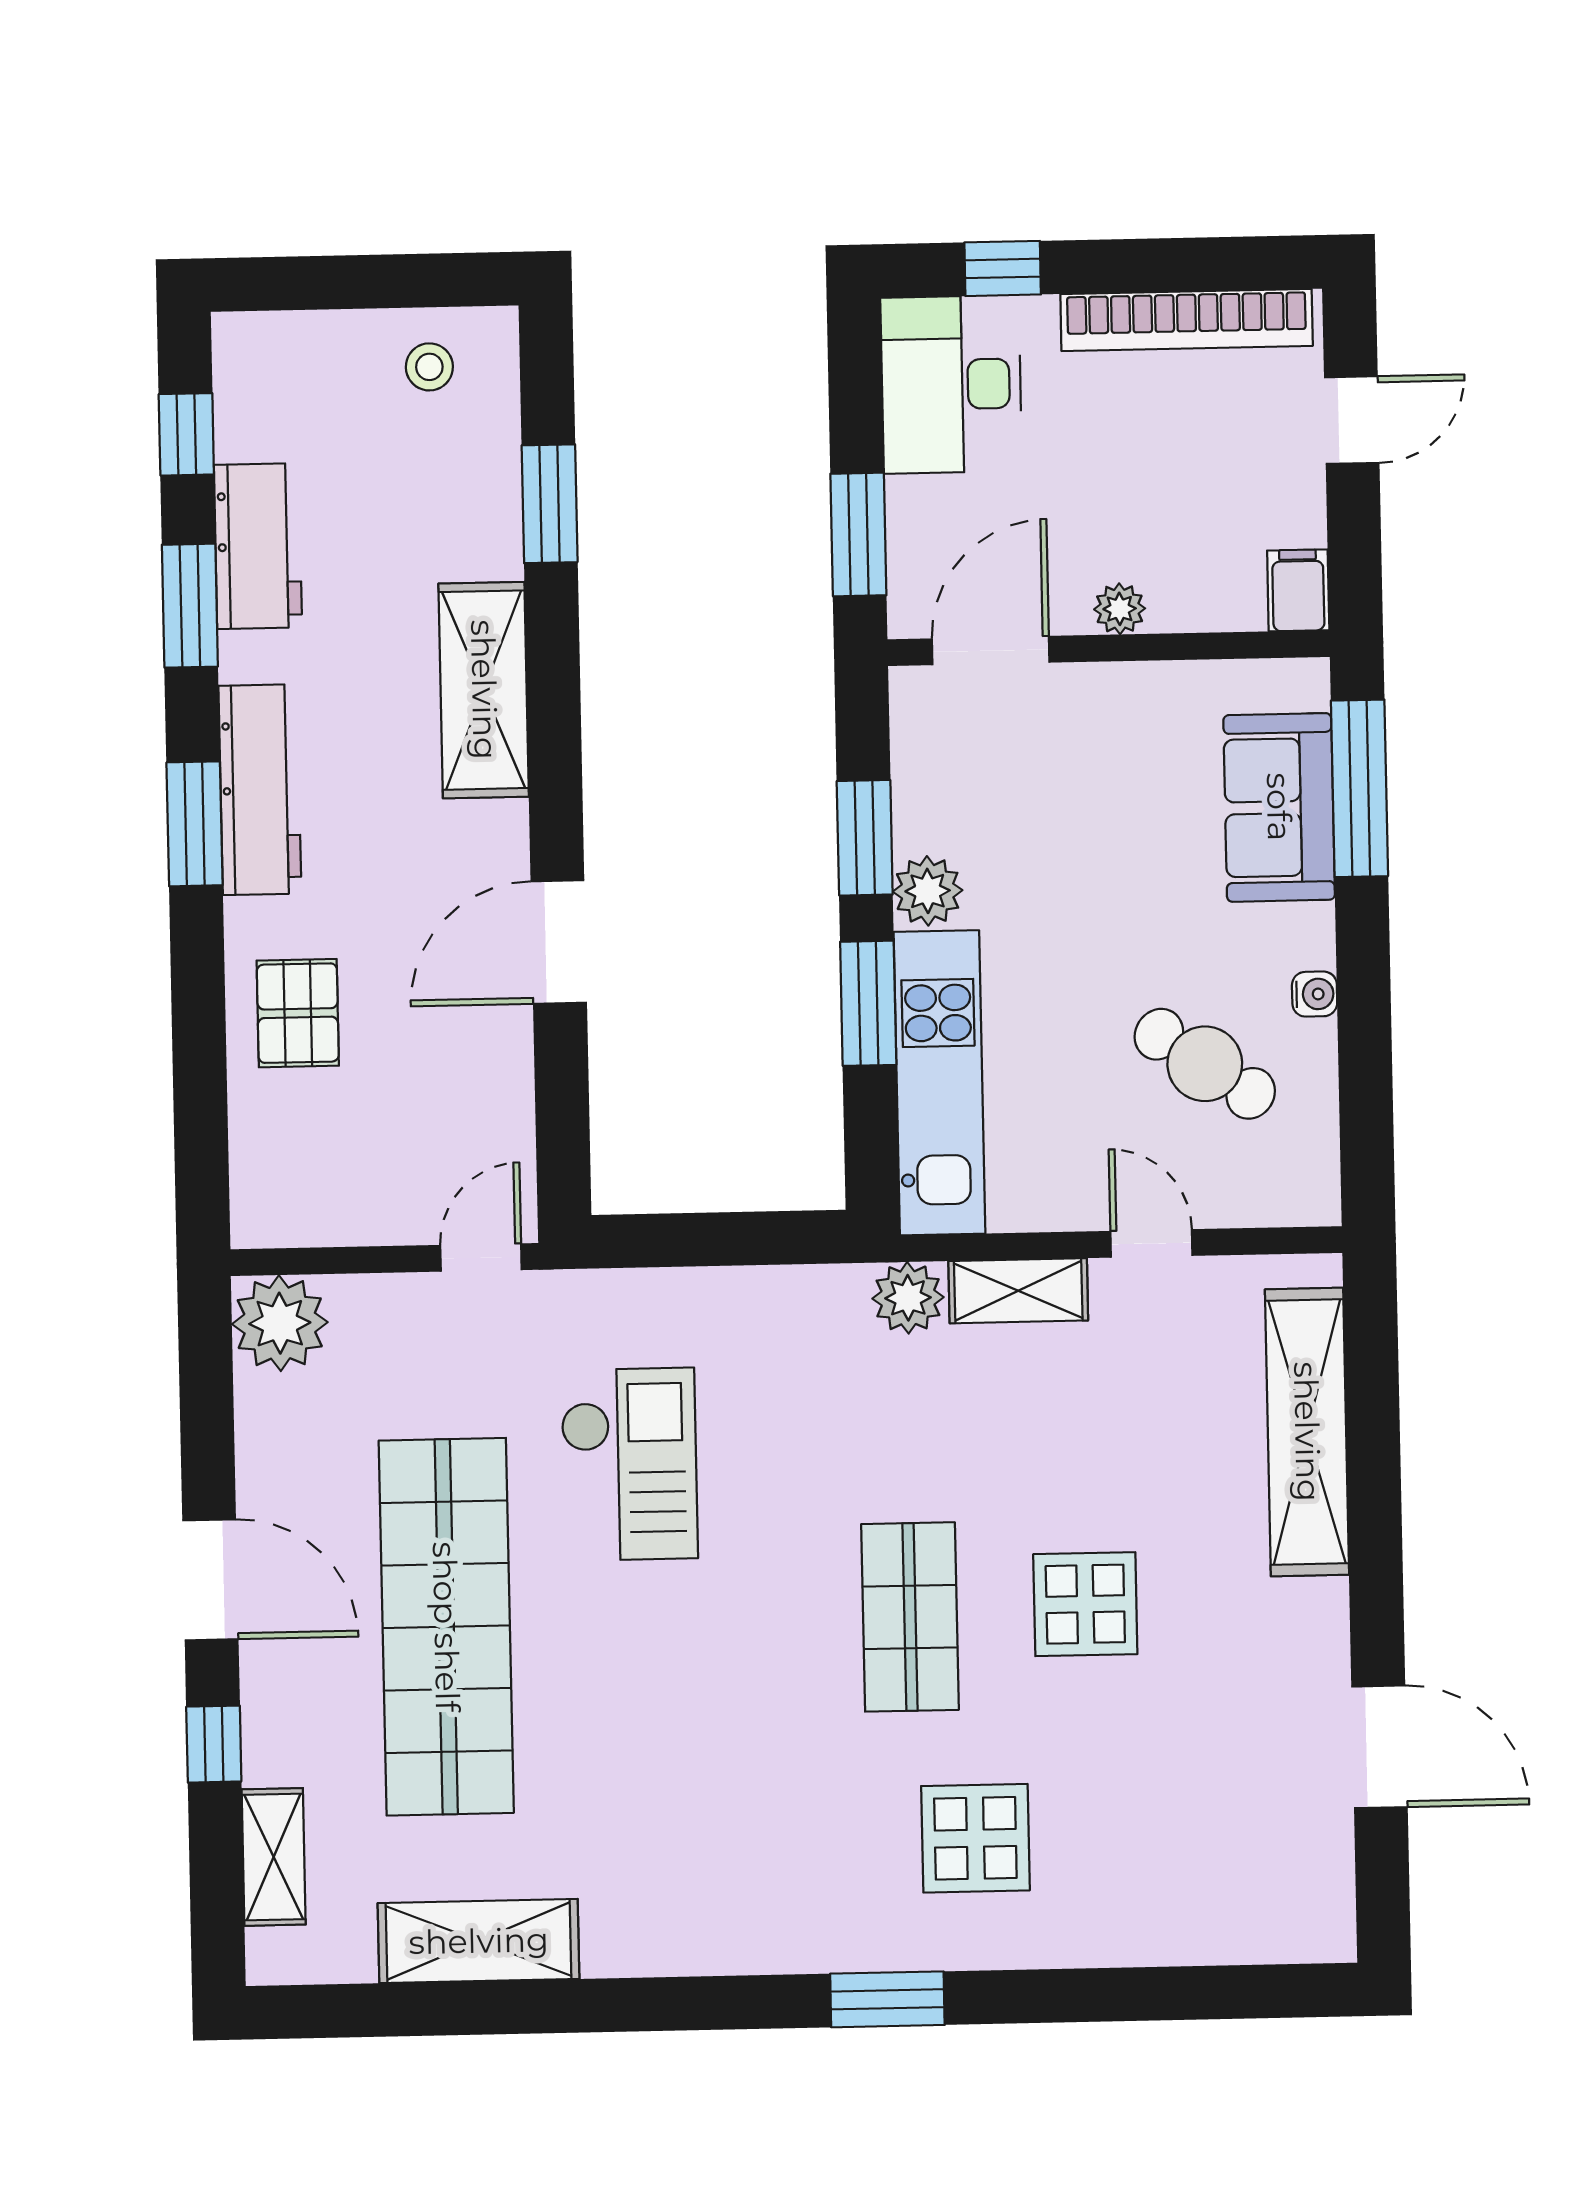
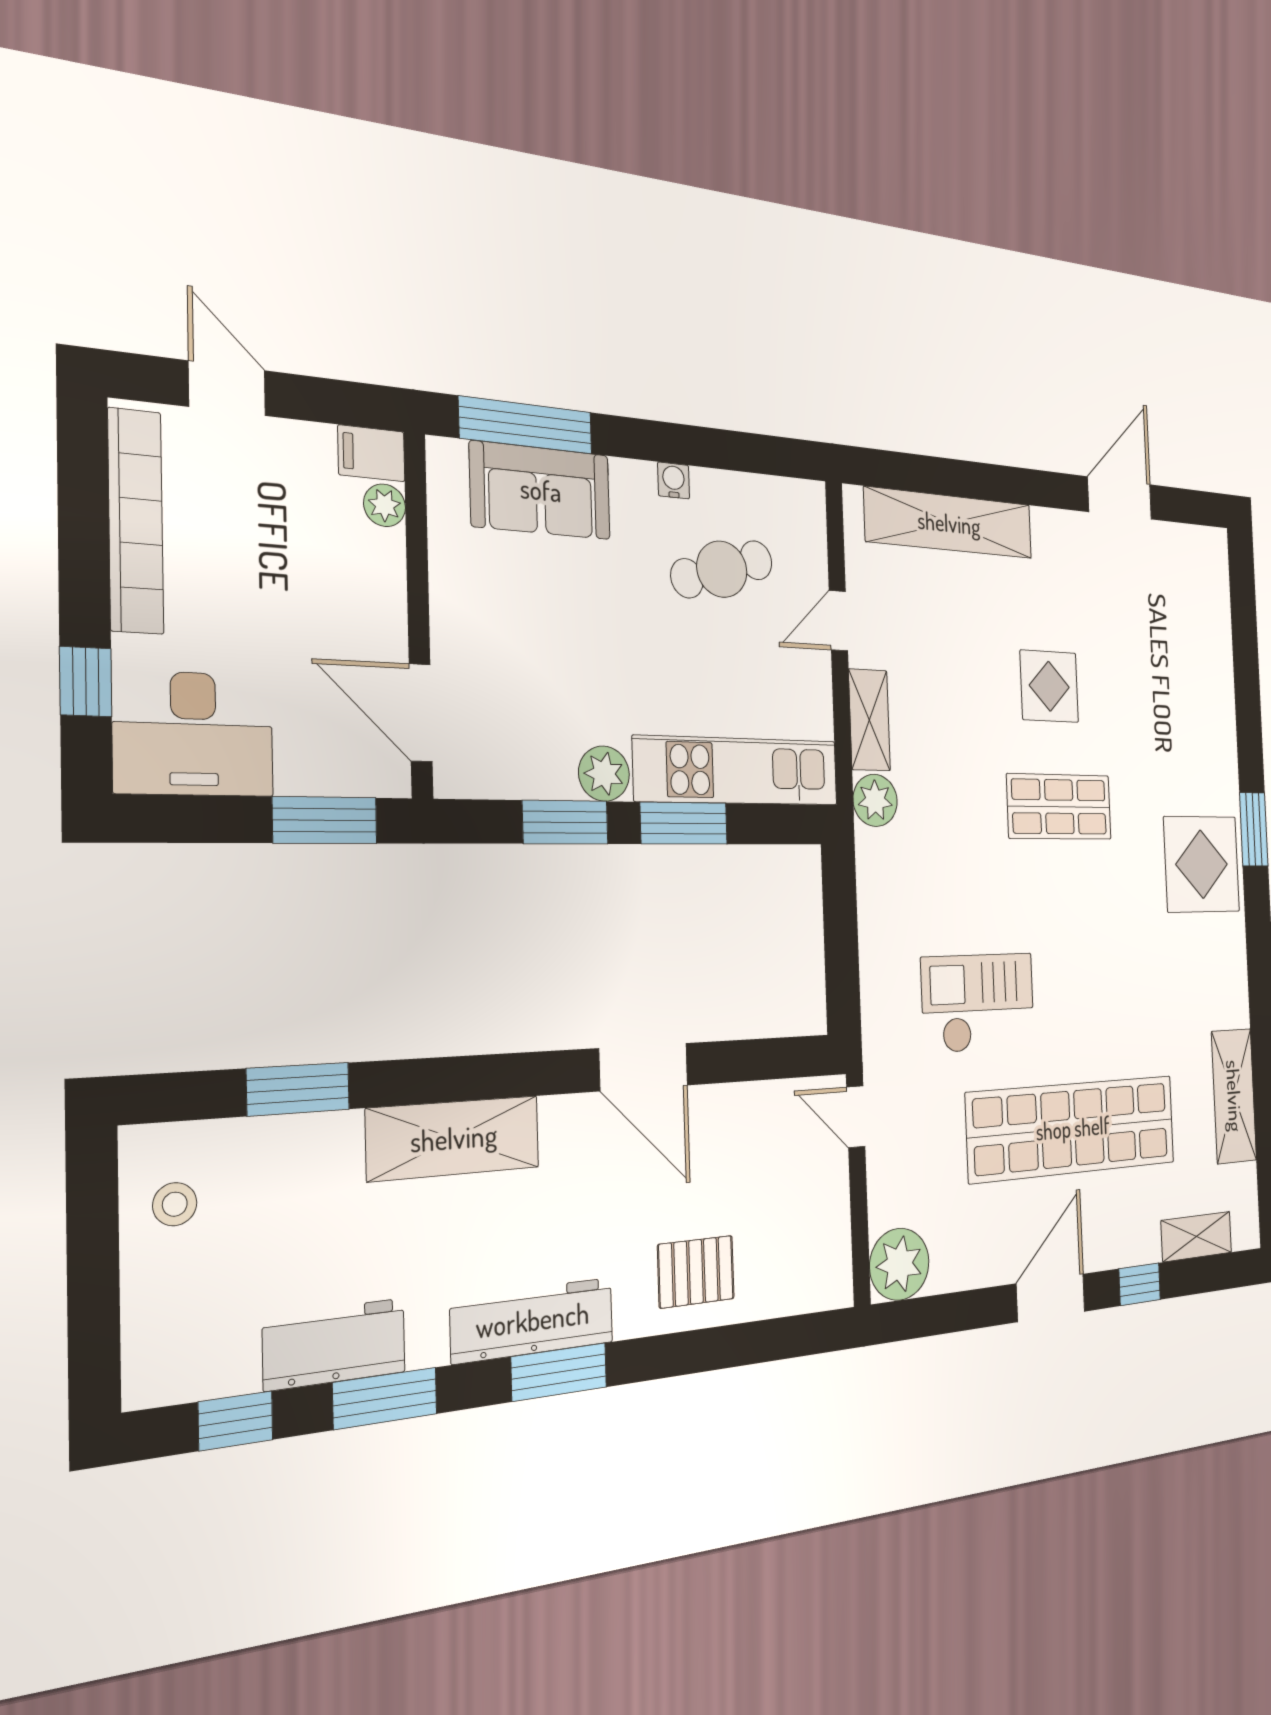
plant: (1120, 609) -> (385, 505), moved
cafe table: (1205, 1064) -> (722, 569), turned 39
display table: (975, 1838) -> (1202, 864), moved, width x1.36, depth x1.36

